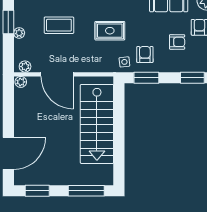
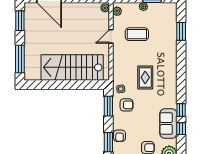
coffee table: (59, 25) -> (137, 34), moved, turned 90
armchair: (177, 42) -> (119, 136), moved
door: (57, 74) -> (111, 36), width x0.53

